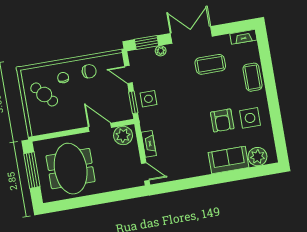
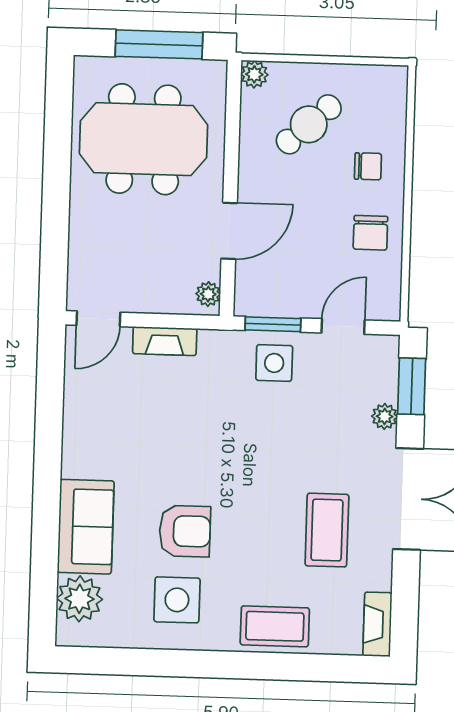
cafe table: (44, 94) -> (309, 124), moved
armchair: (222, 120) -> (185, 531), turned 180
plant: (36, 130) -> (254, 74), added
plant: (123, 135) -> (208, 294), width x0.53, depth x0.53

